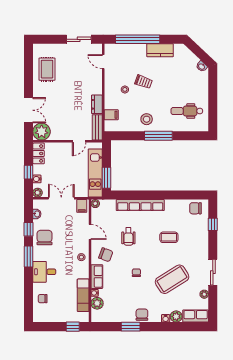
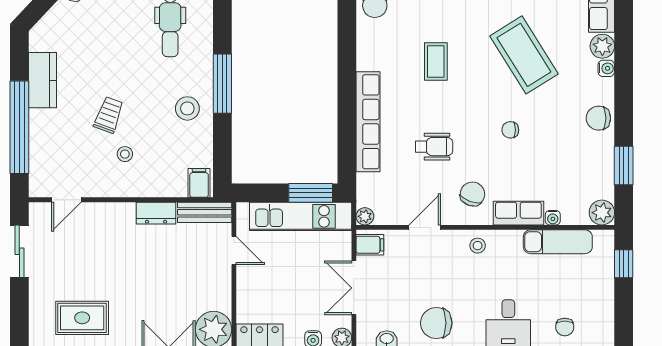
filing cabinet: (111, 115) -> (199, 183), moved
plant: (97, 303) -> (602, 213), moved
window: (131, 327) -> (624, 165), moved

